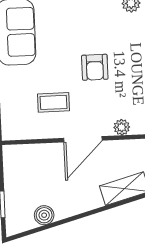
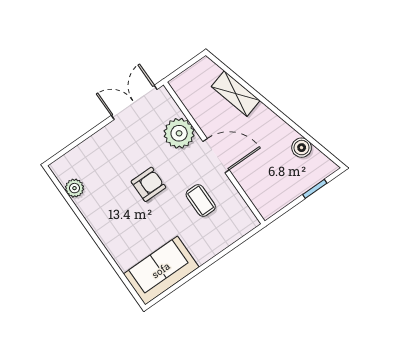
plant: (122, 127) -> (179, 133), width x1.88, depth x1.88

